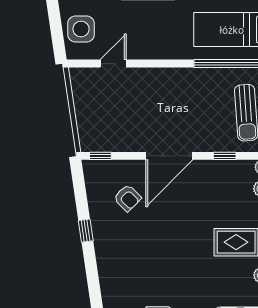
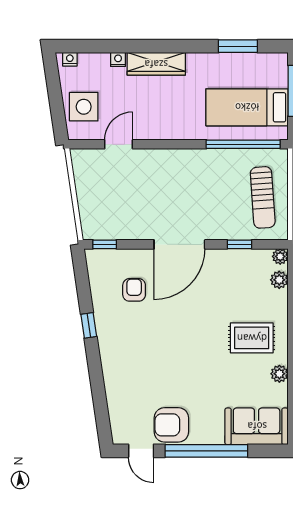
armchair: (127, 198) -> (134, 290), turned -135

